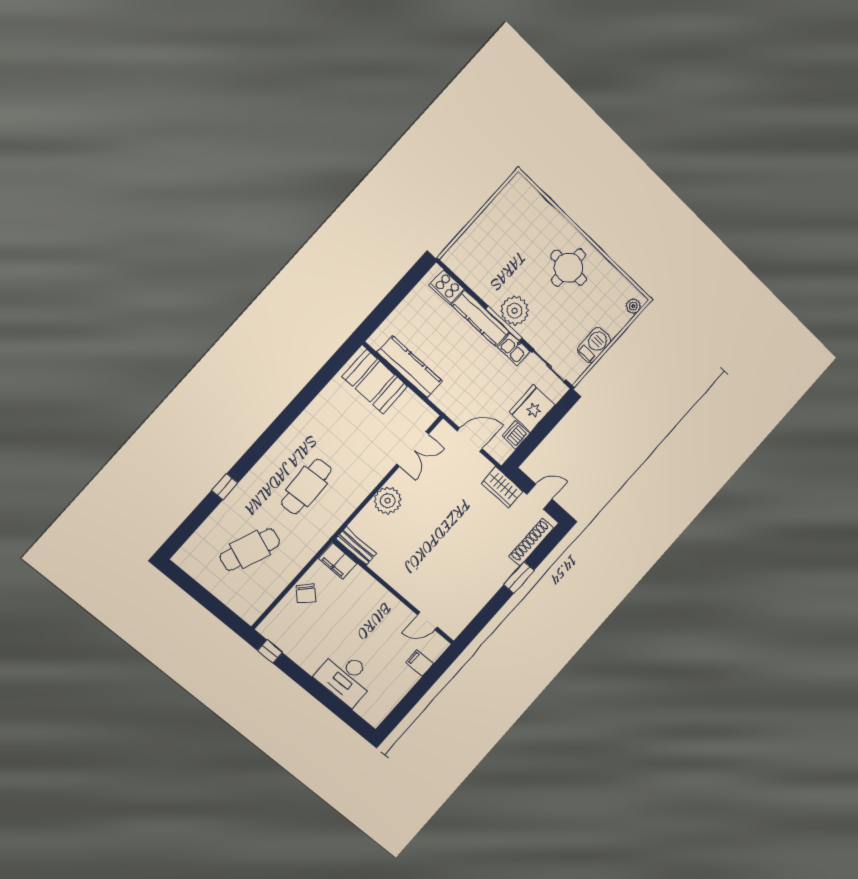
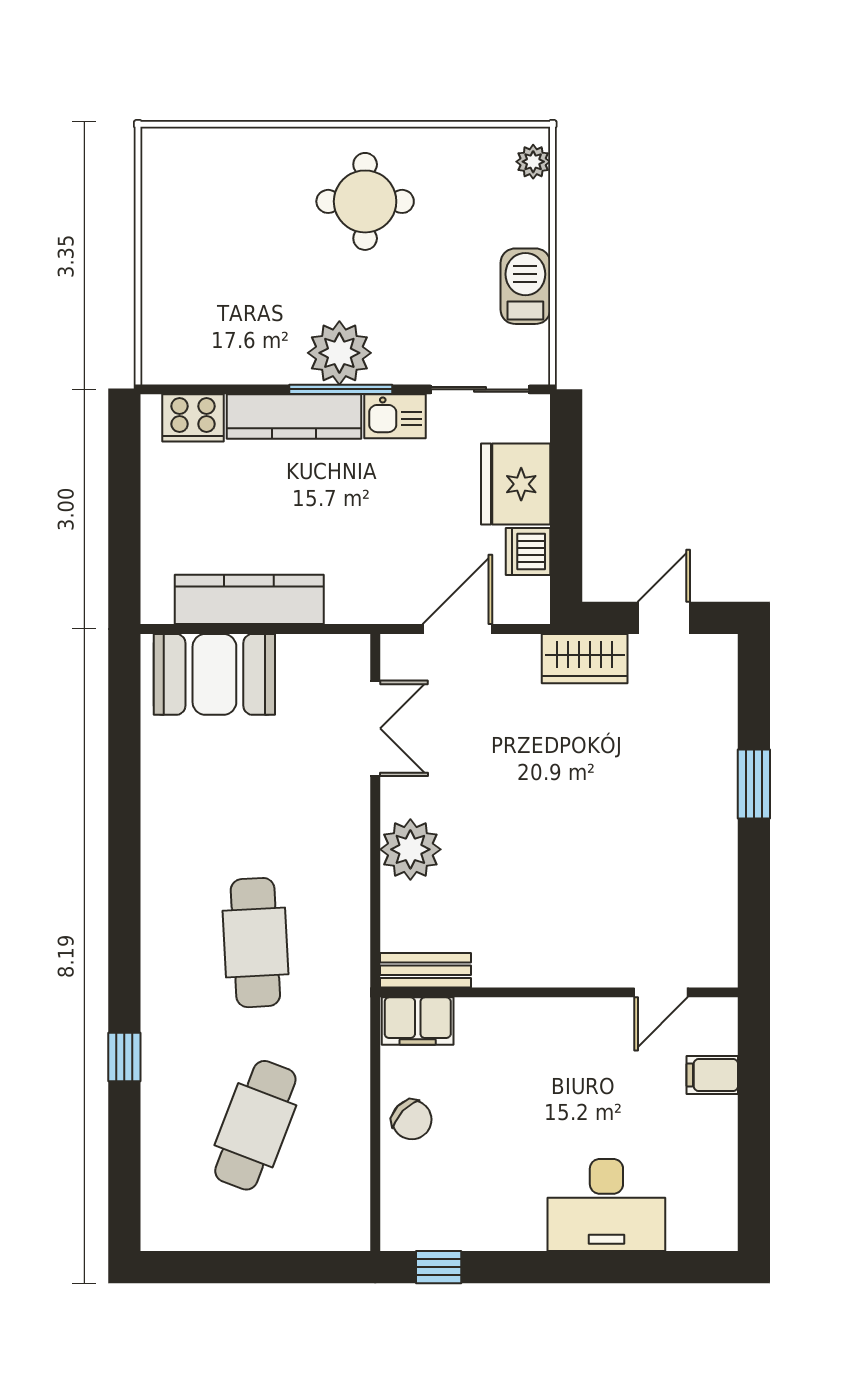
shoe rack: (531, 542) -> (720, 706), removed

